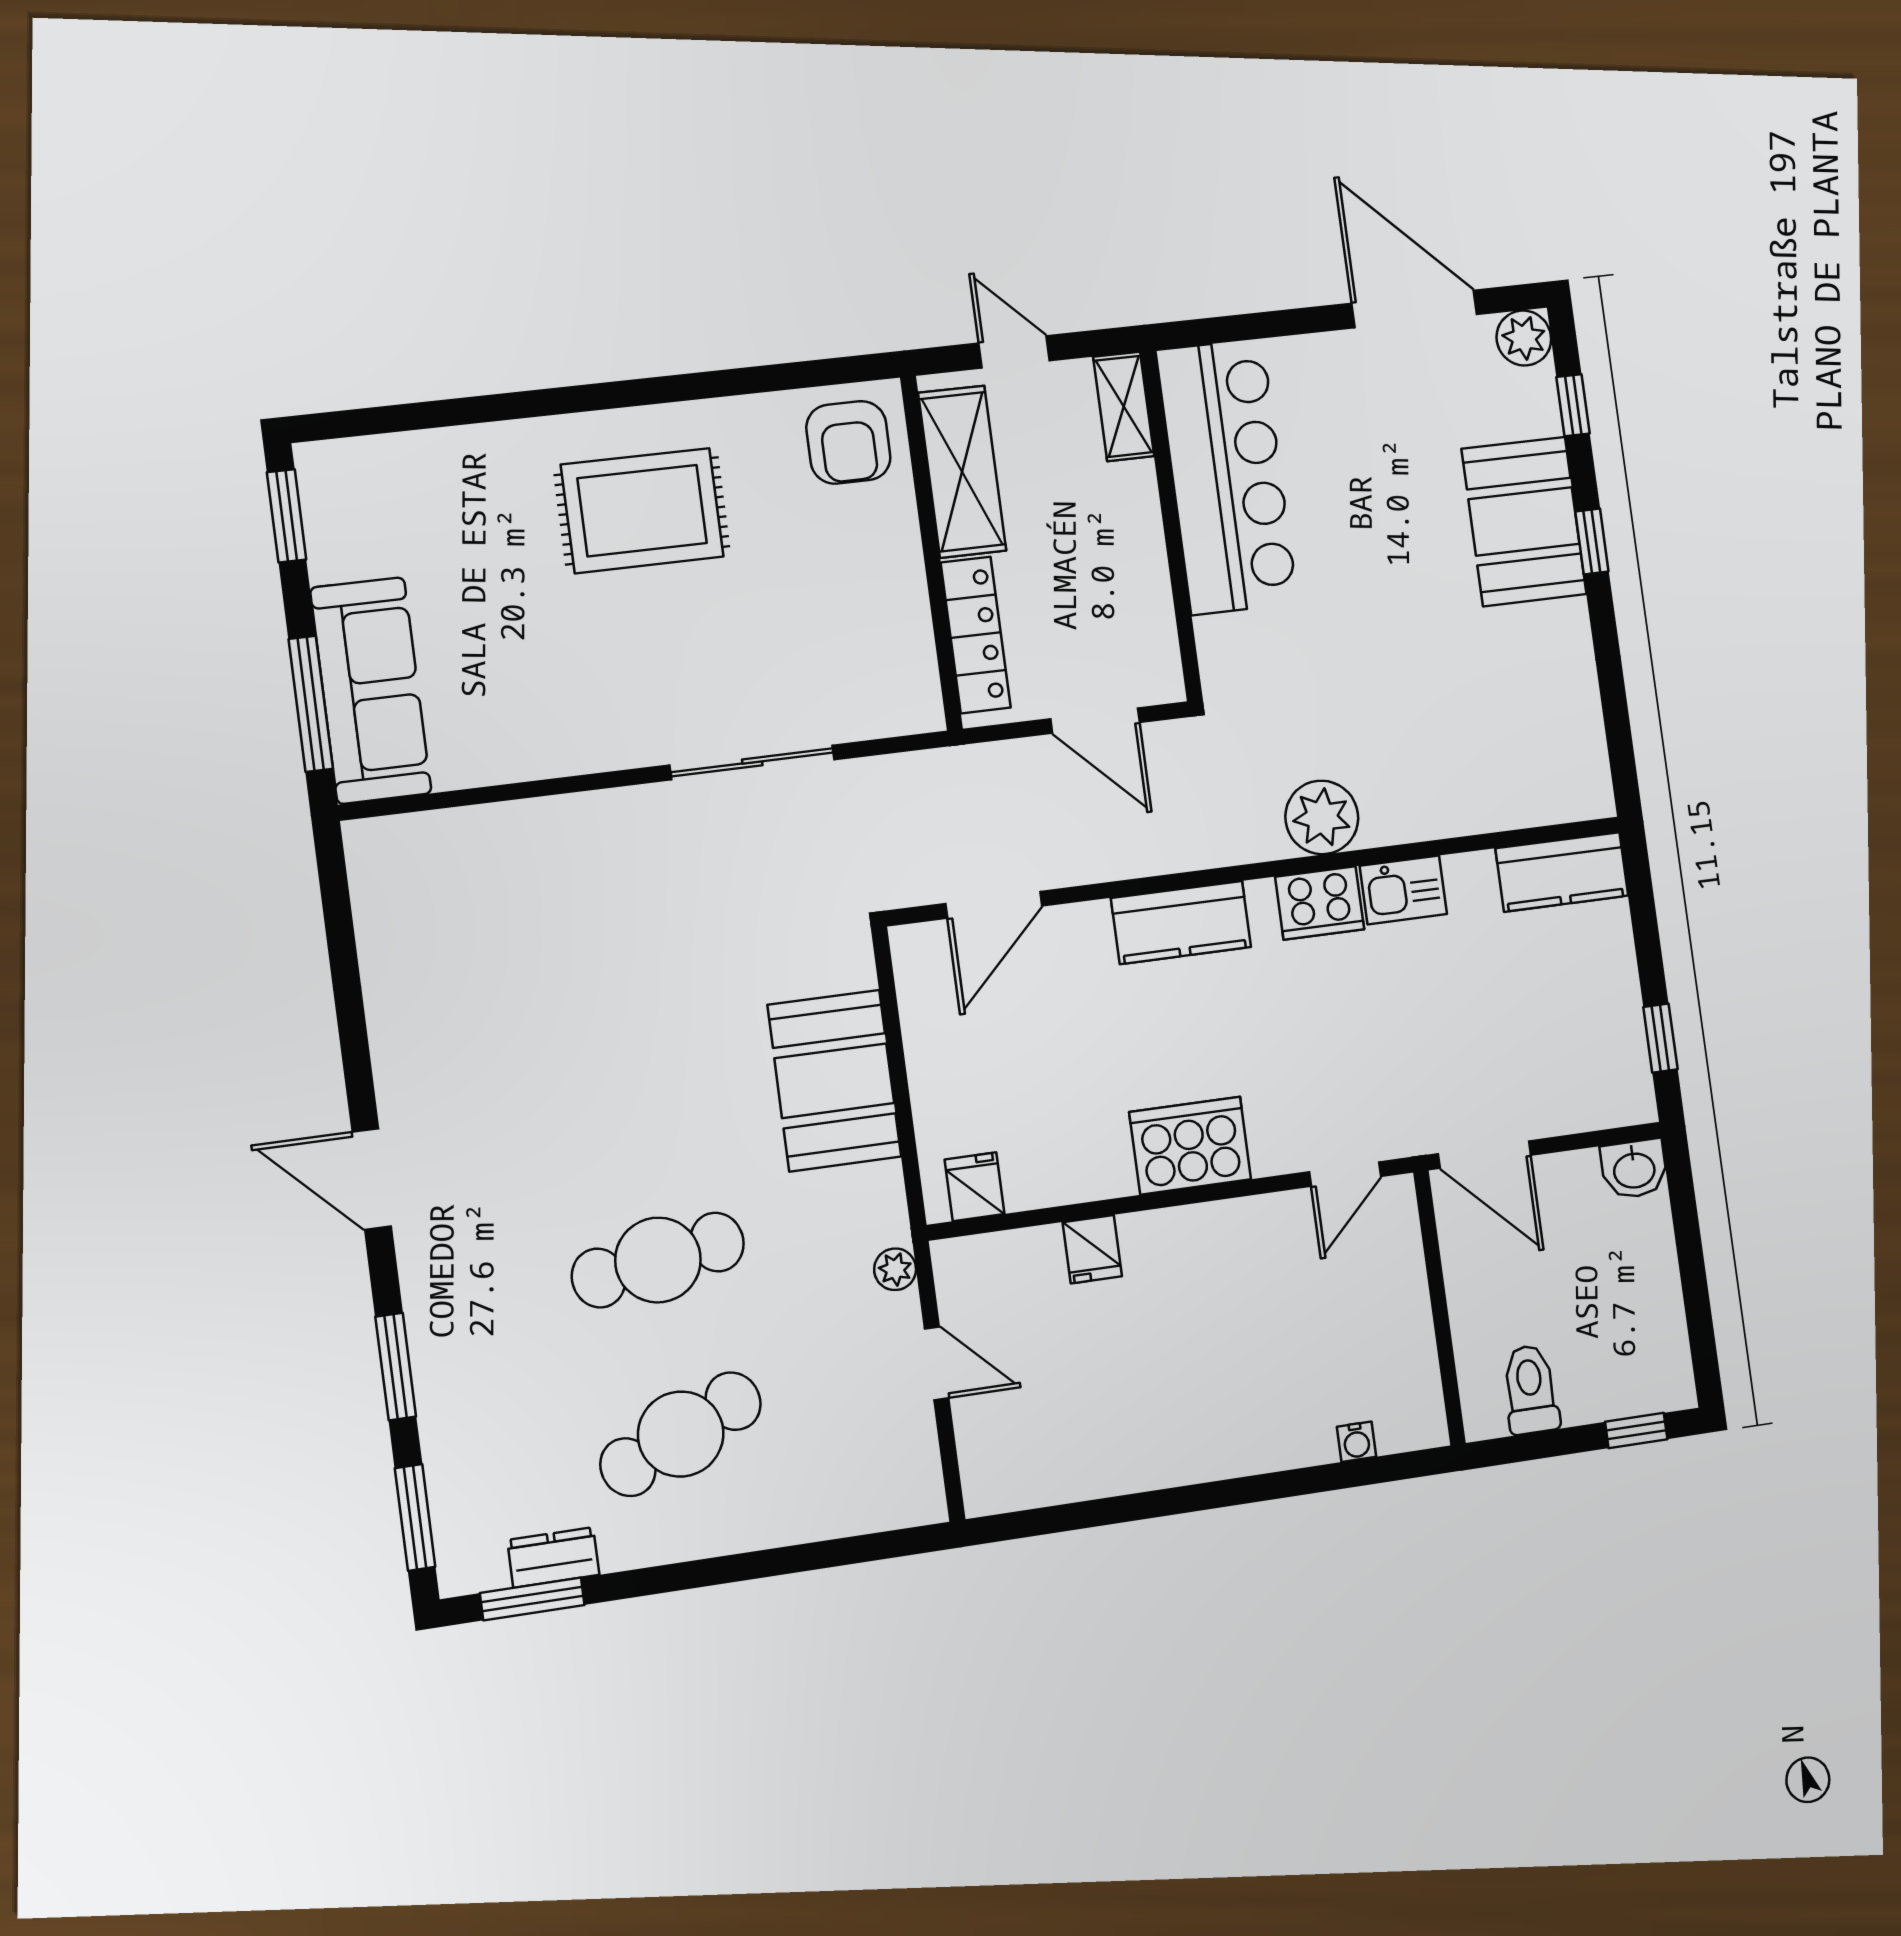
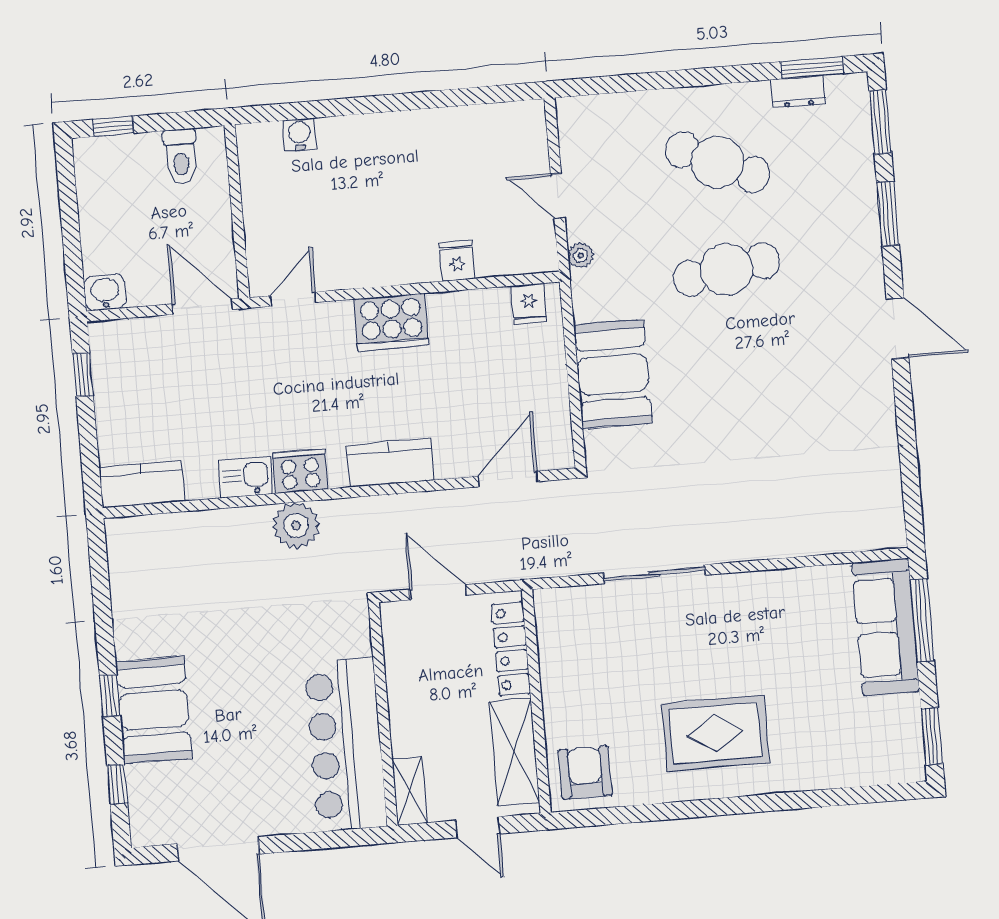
plant: (1524, 338) -> (147, 829), removed
cafe table: (681, 1434) -> (718, 162), turned 48
water cooler: (1357, 1442) -> (300, 135), width x1.38, depth x1.38

